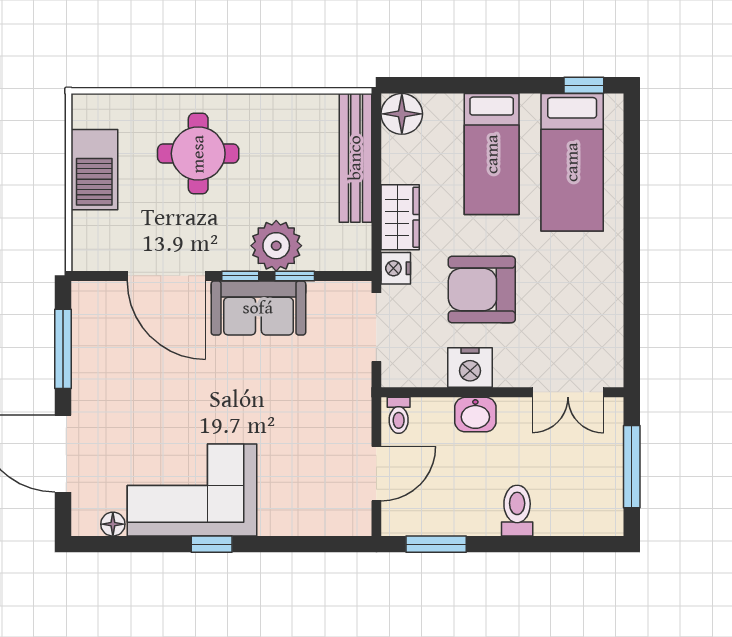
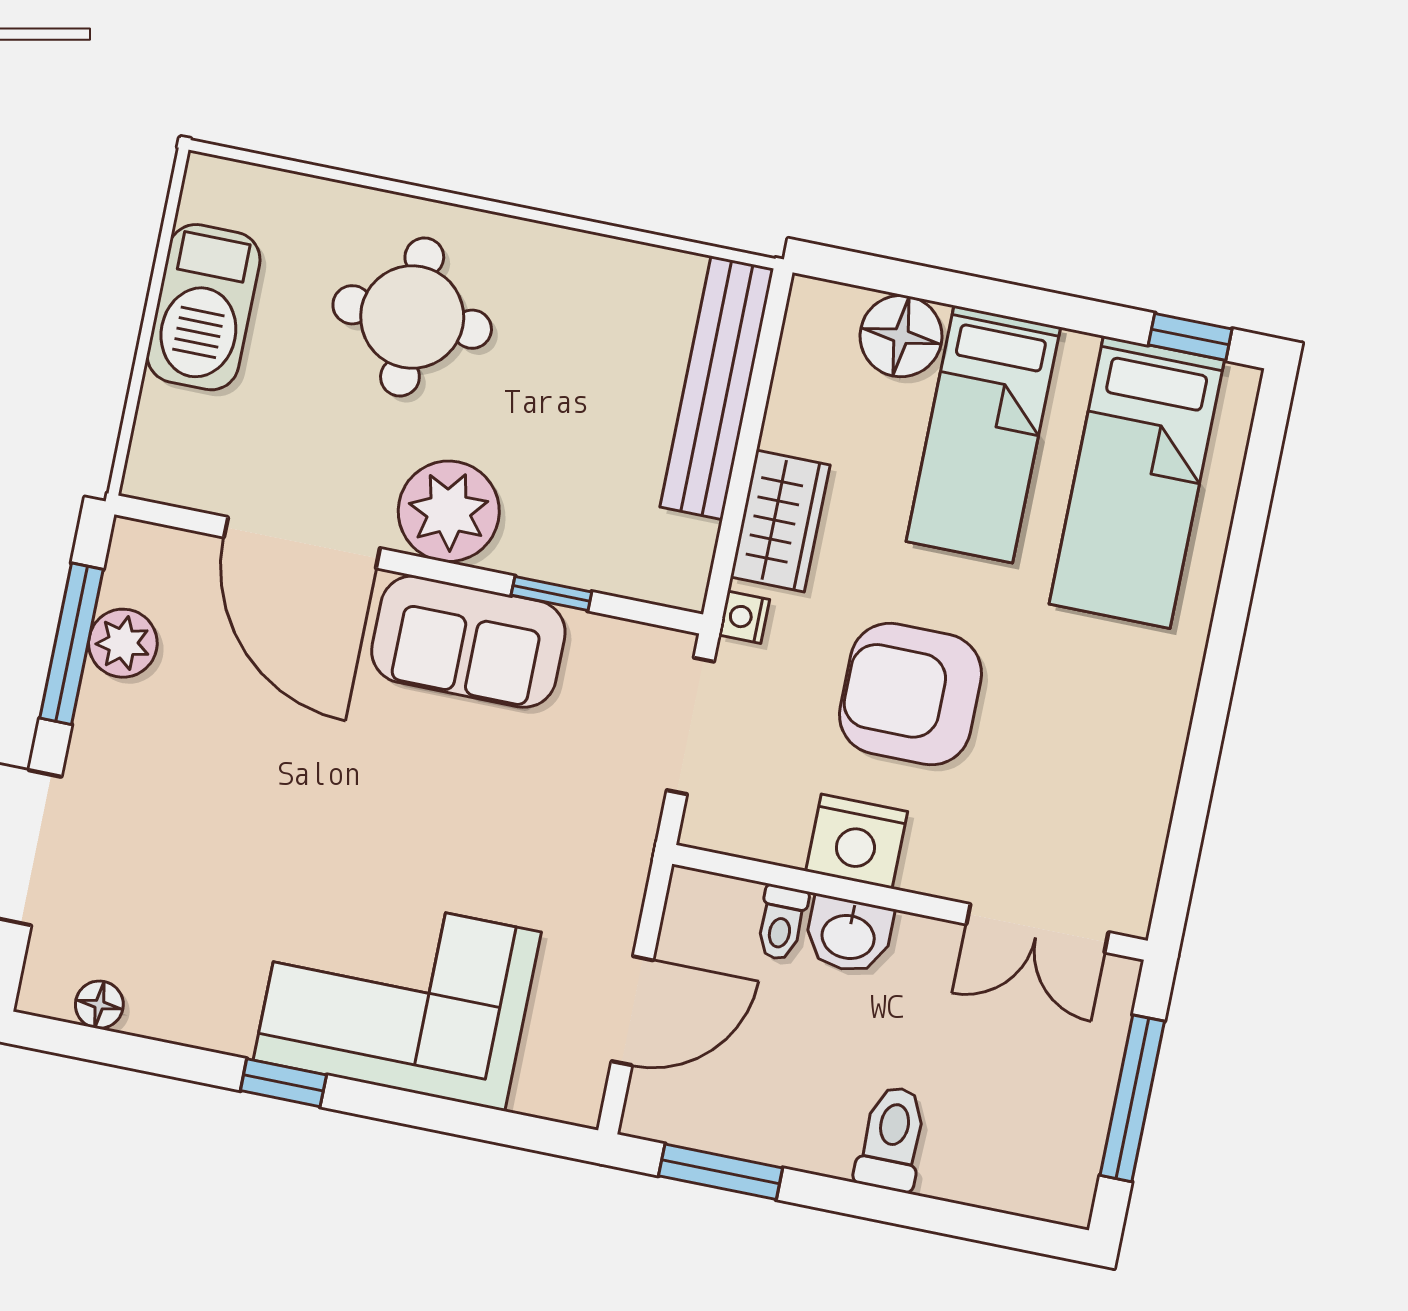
floor lamp: (402, 114) -> (901, 336), moved
plant: (276, 246) -> (449, 511), moved
nightstand: (396, 268) -> (744, 617), width x0.72, depth x0.74
window: (240, 276) -> (446, 572), removed
plant: (88, 343) -> (123, 643), added
toilet: (399, 415) -> (781, 923), moved
corner sofa: (192, 490) -> (397, 996), moved

